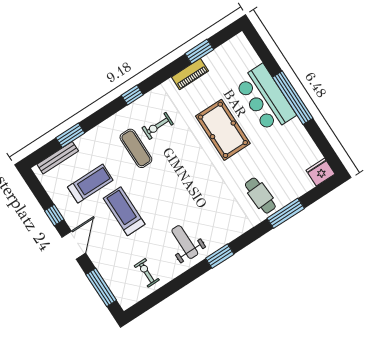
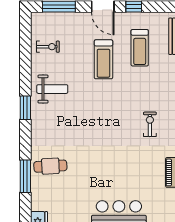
pool table: (223, 130) -> (116, 170), removed
exercise mat: (136, 148) -> (144, 98), removed
treadmill: (124, 211) -> (103, 59), turned 90

